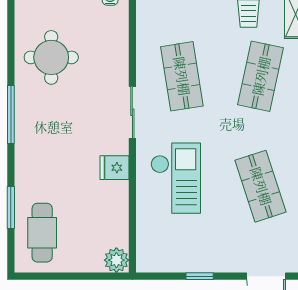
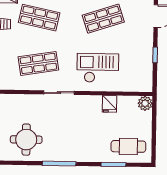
fridge: (115, 168) -> (110, 104), moved

